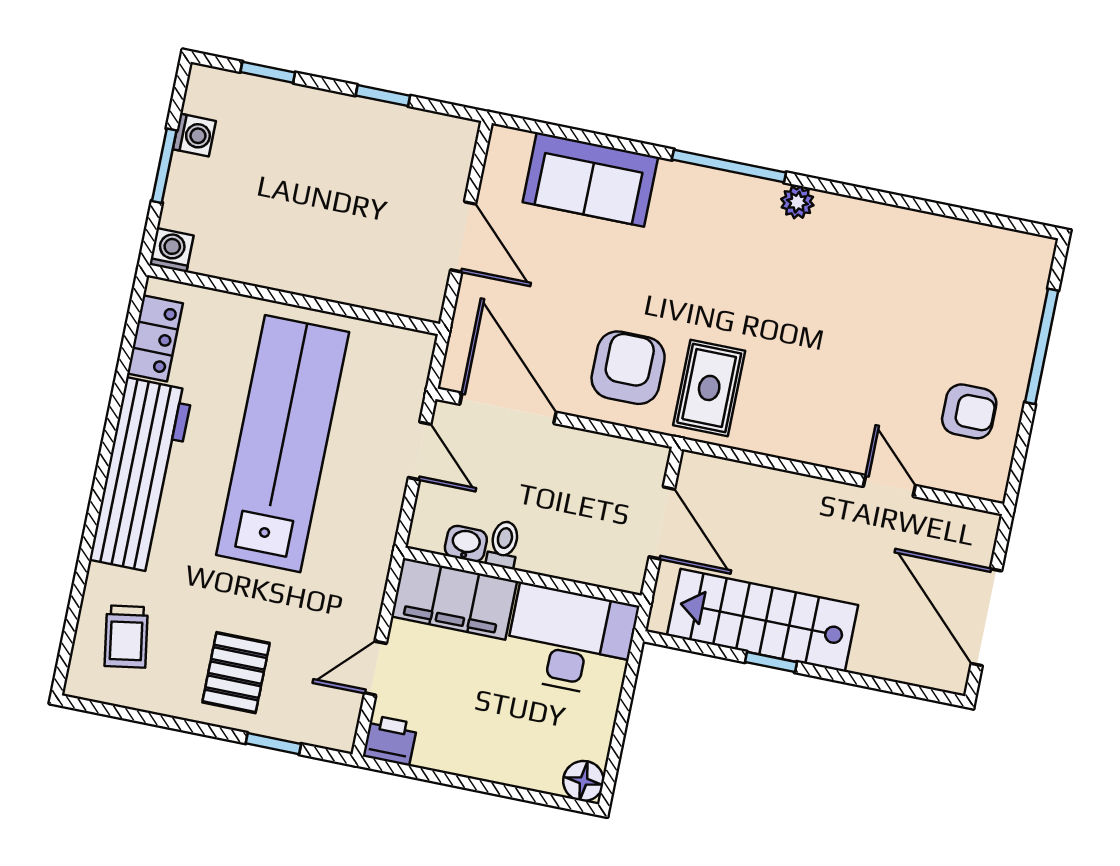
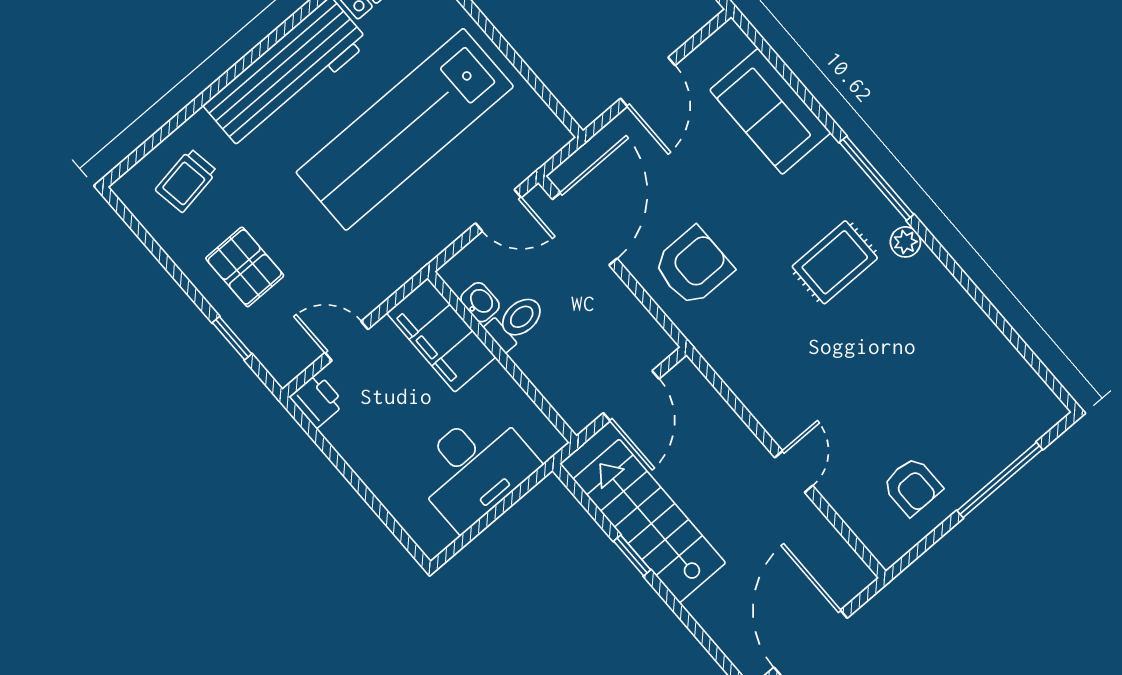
rug: (709, 388) -> (835, 262), moved
lab bench: (283, 444) -> (405, 129), turned 180
door: (420, 451) -> (498, 210), hinge flipped
door: (889, 486) -> (794, 472), moved
toilet: (504, 544) -> (516, 322), width x1.37, depth x1.39
desk: (570, 641) -> (474, 468), moved, turned 90
pallet: (236, 673) -> (245, 267), turned 90
floor lamp: (583, 781) -> (433, 537), removed

